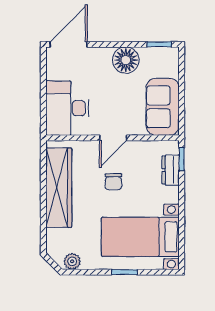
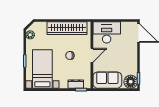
floor lamp: (126, 60) -> (131, 82), moved
door: (113, 138) -> (92, 55), swing flipped

